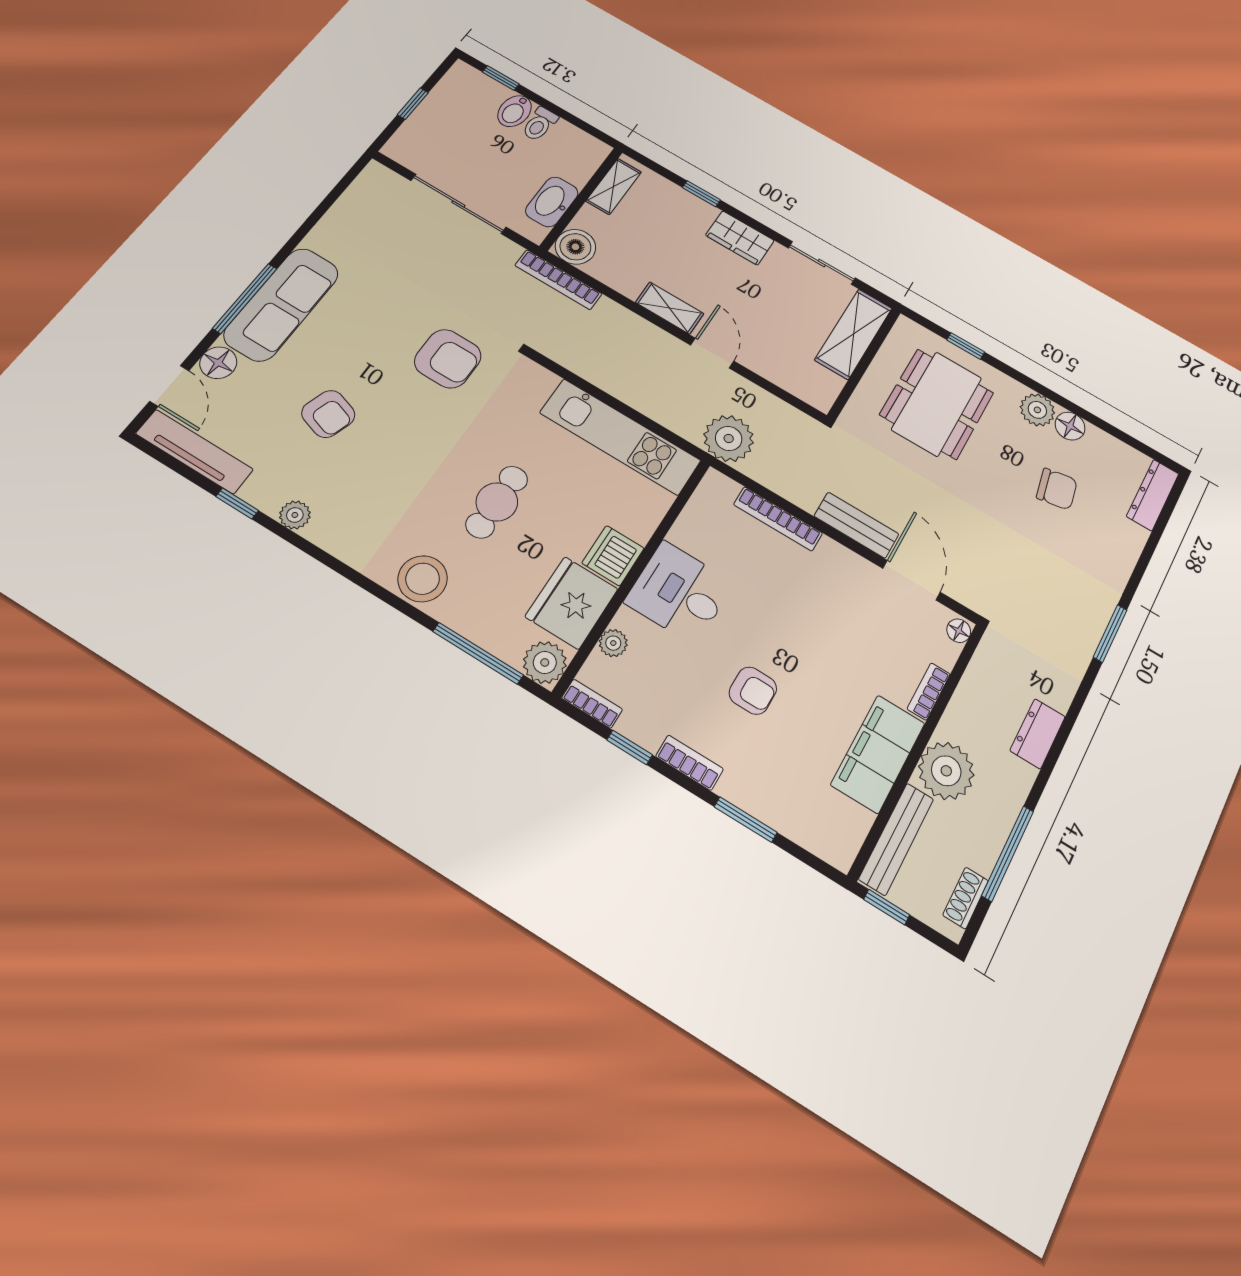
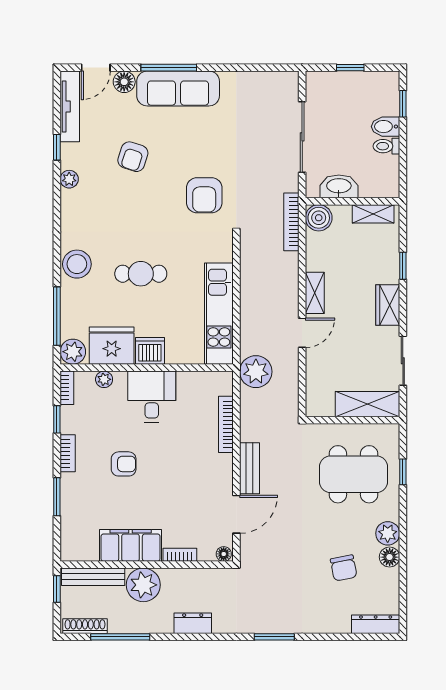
armchair: (753, 691) -> (124, 464), turned -90
shoe rack: (966, 898) -> (85, 626), width x1.43

